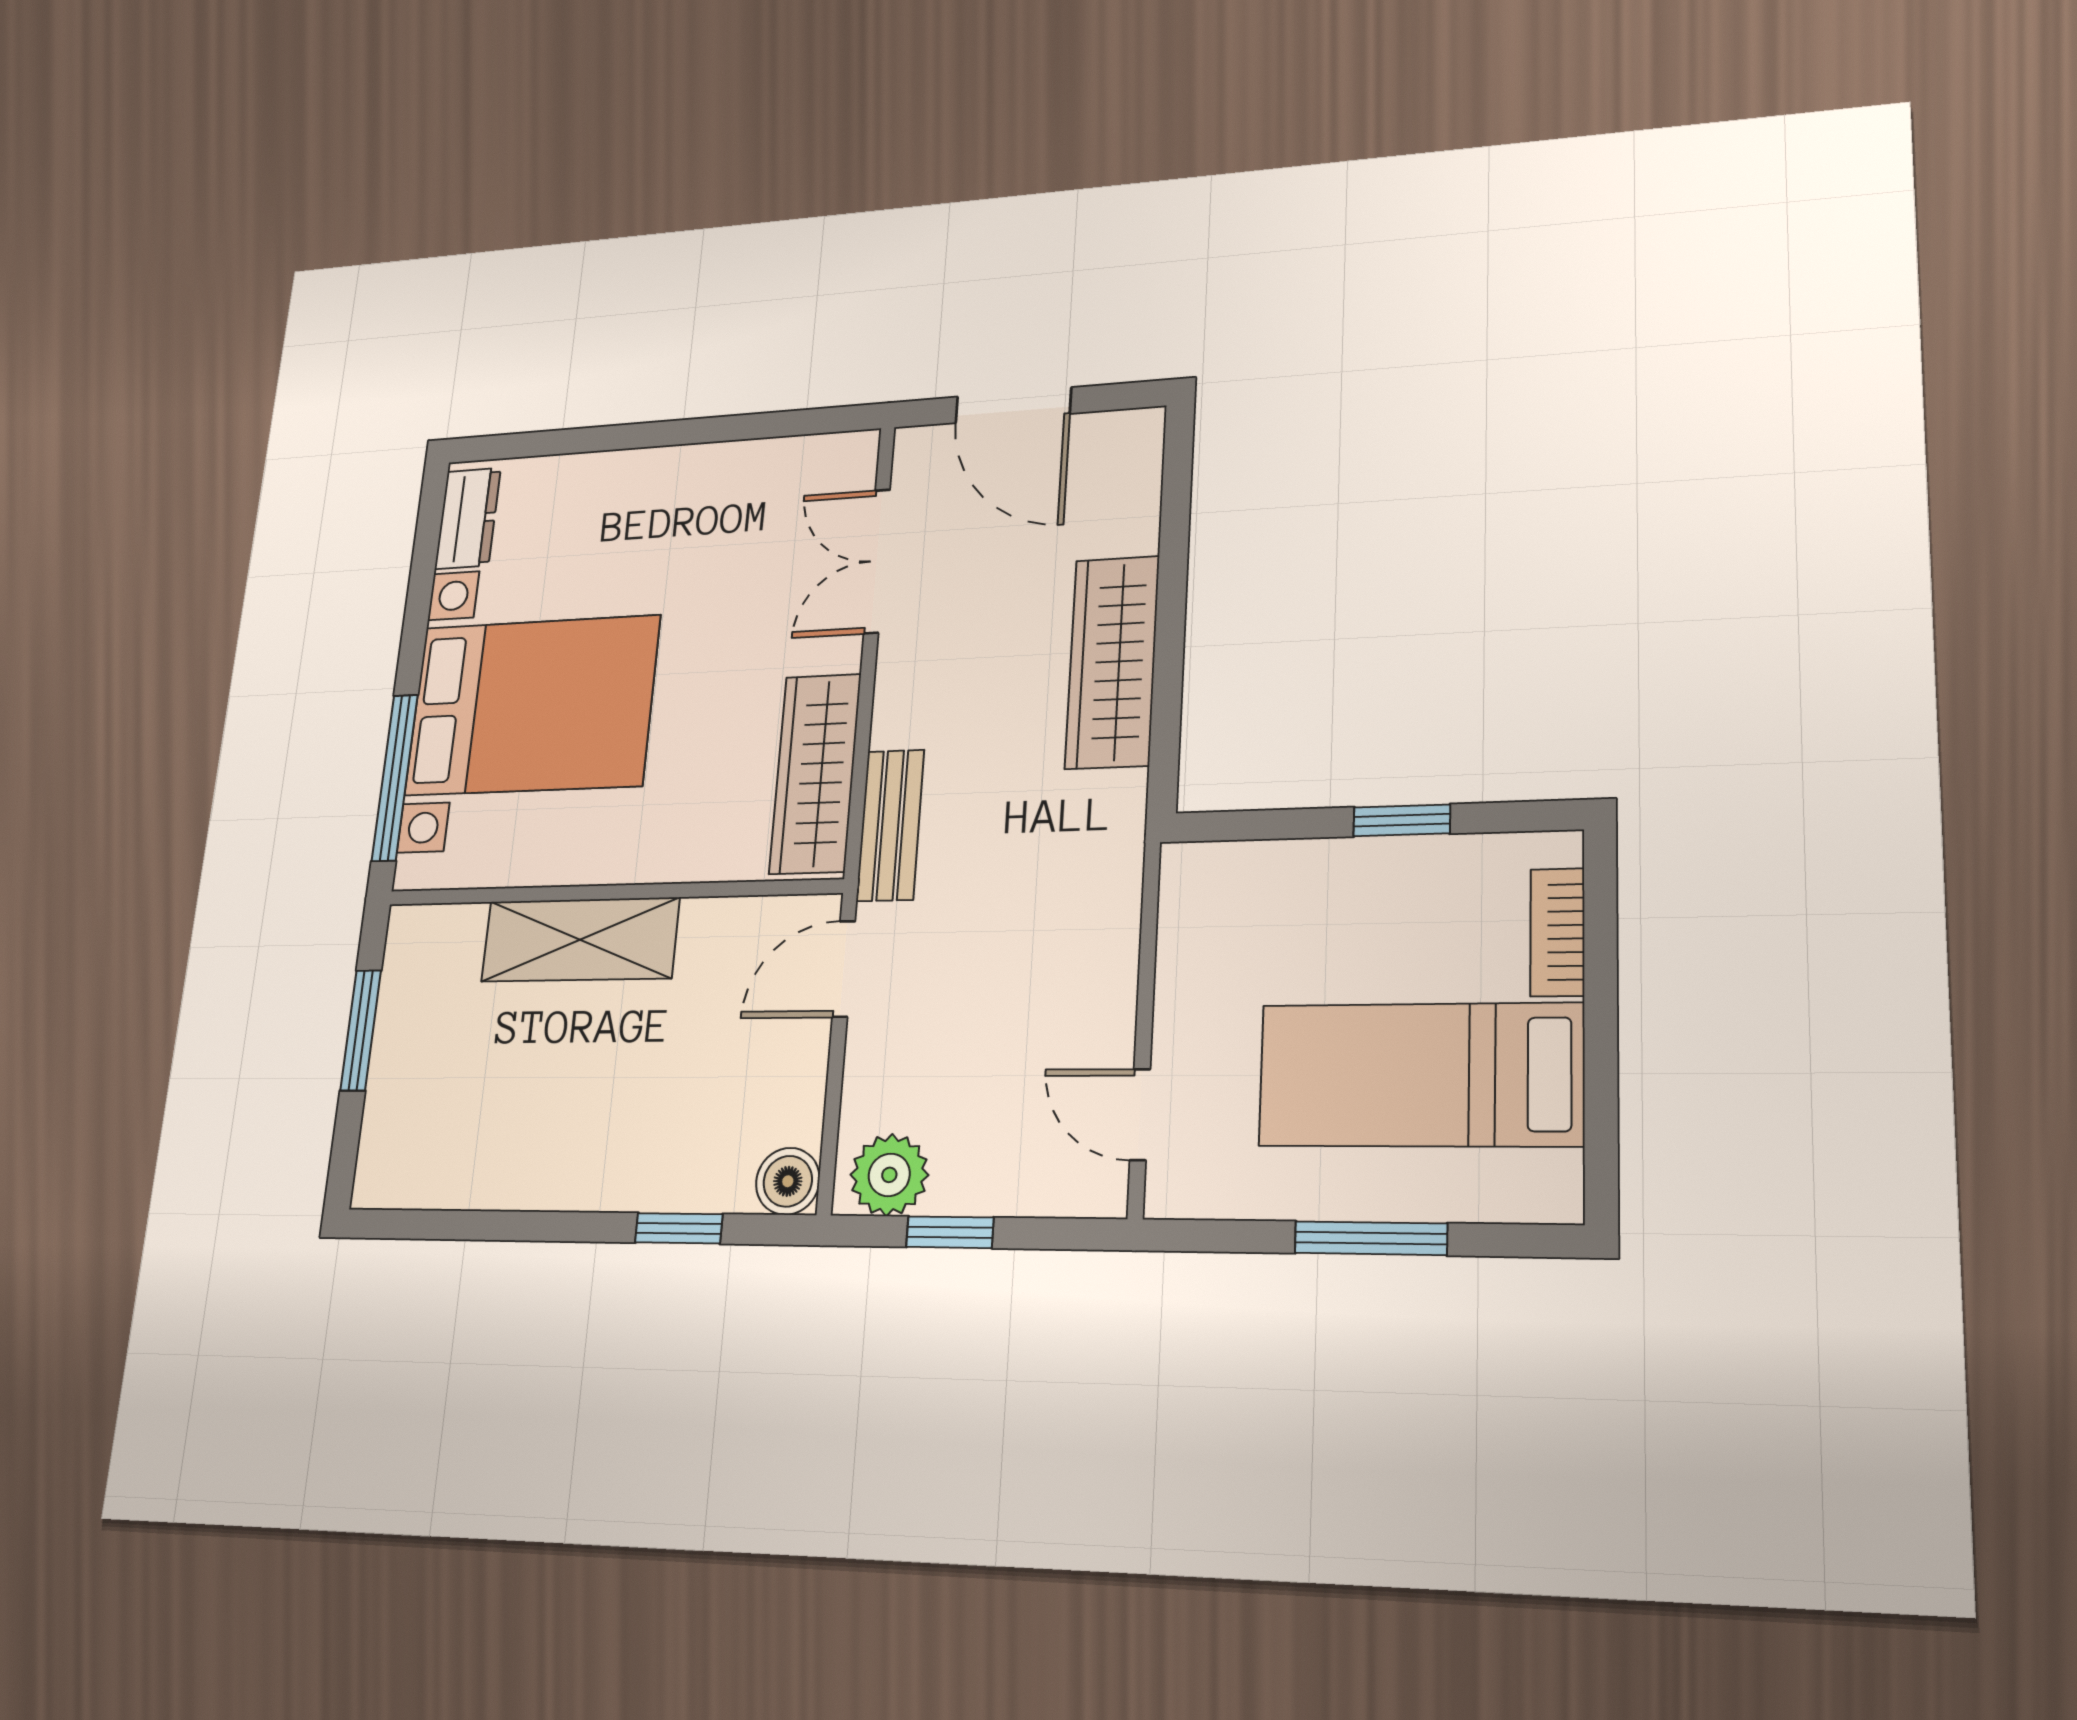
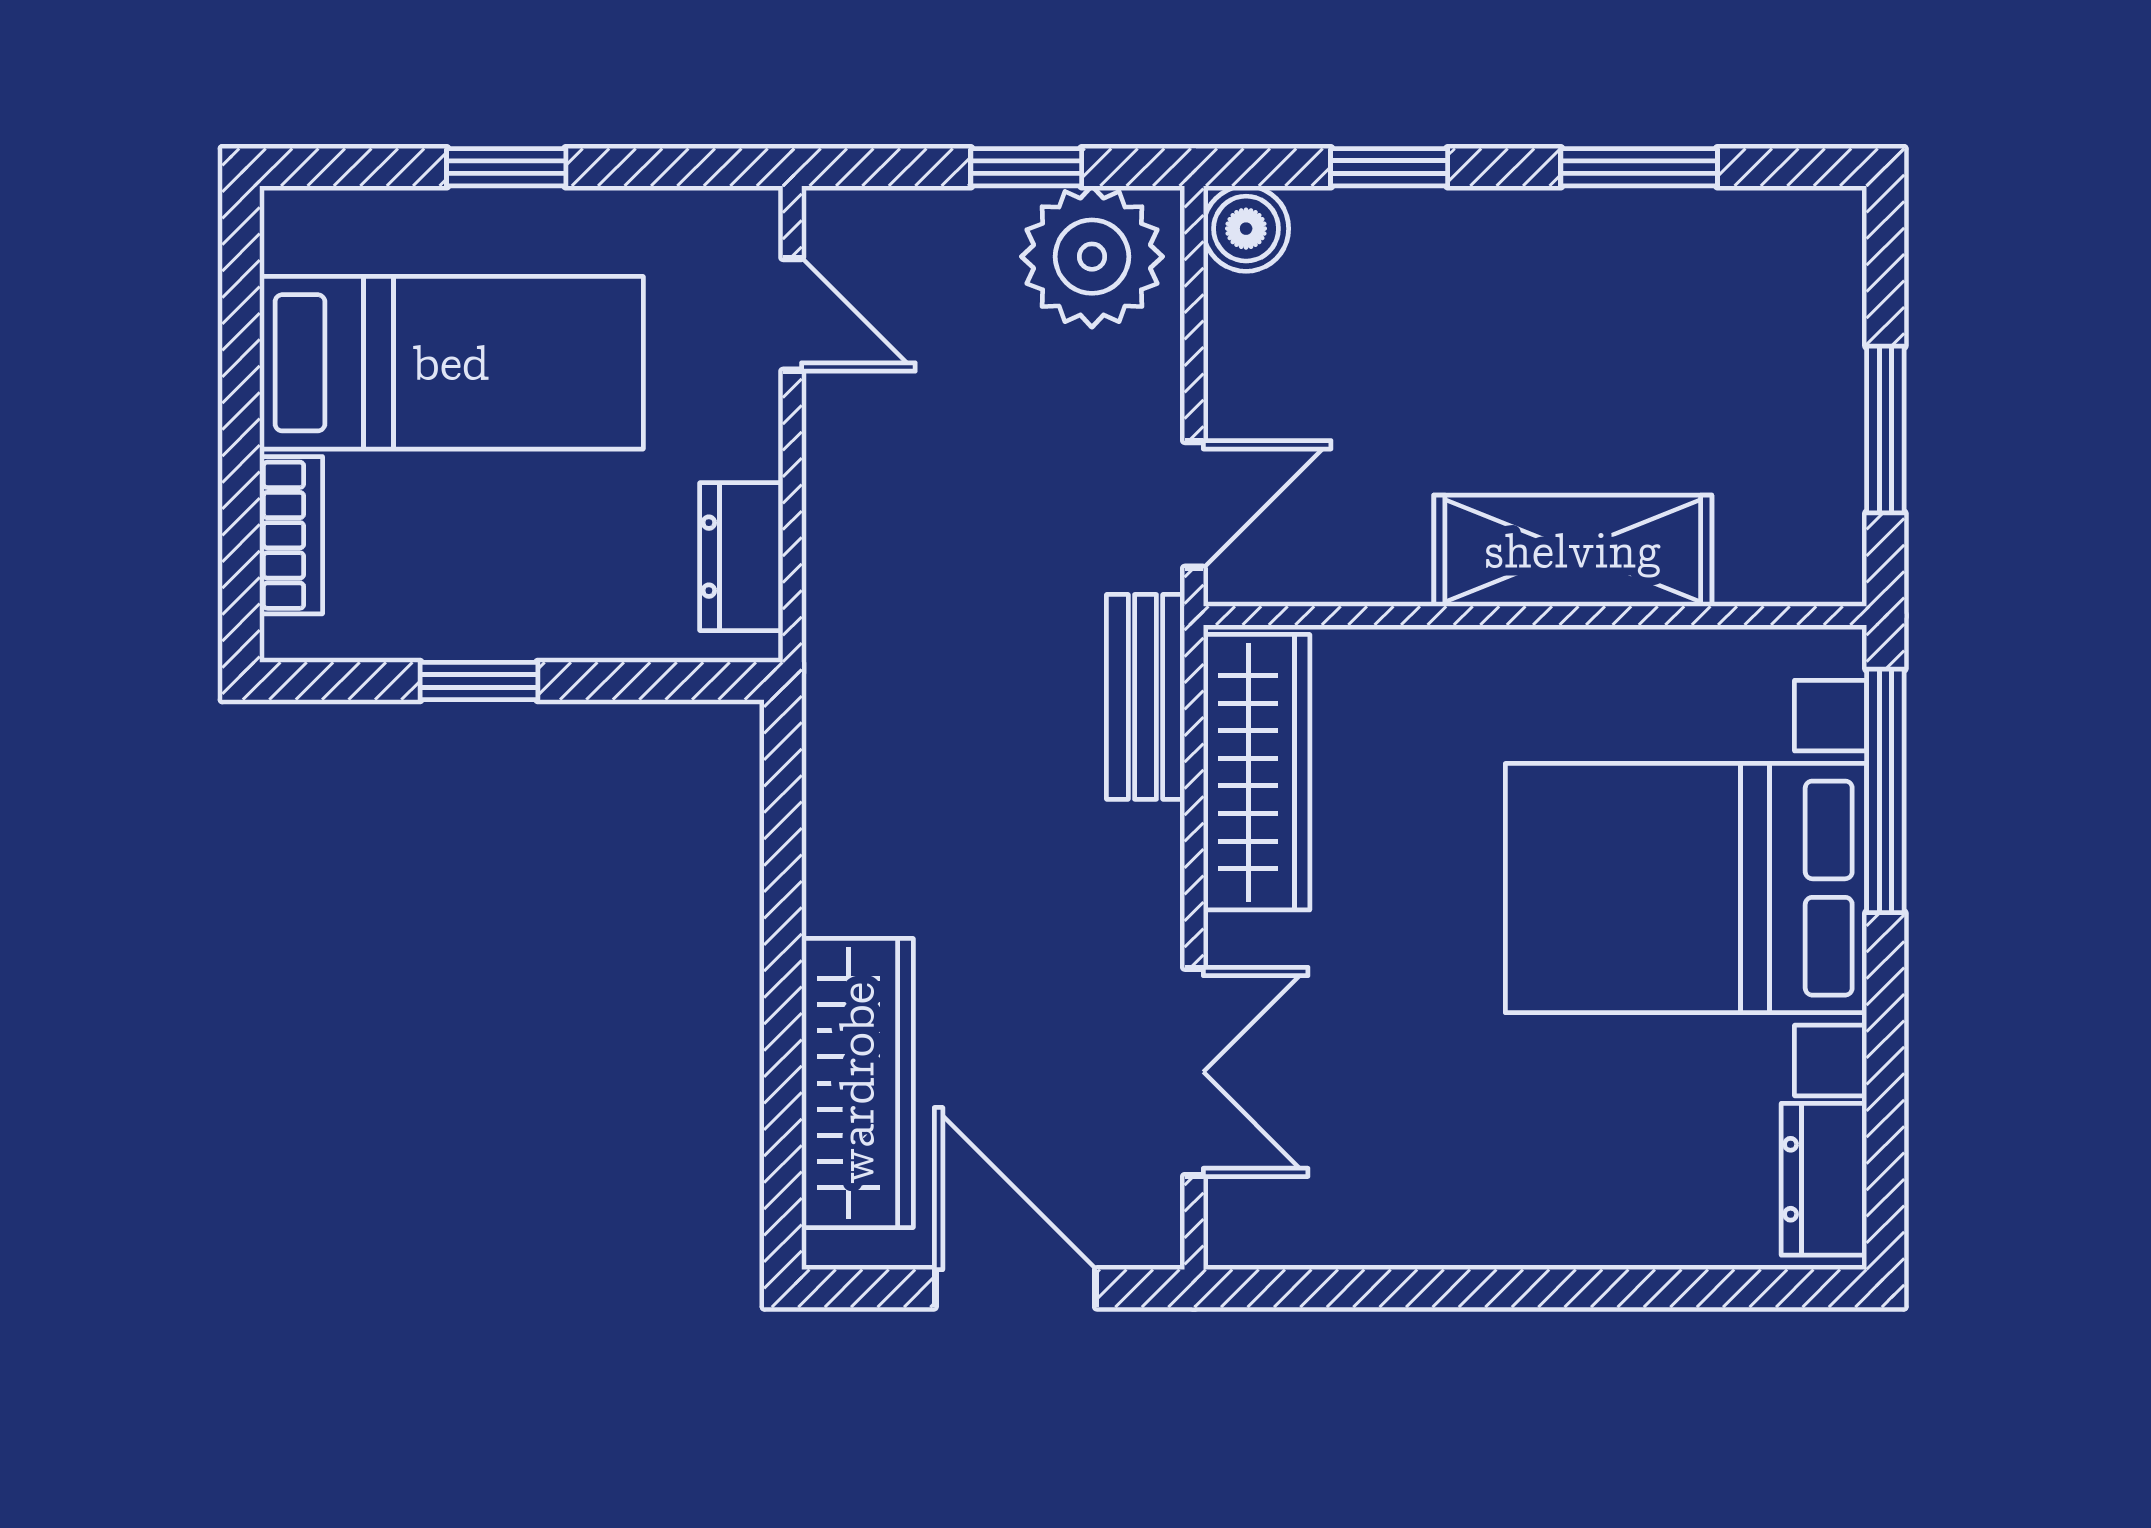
wardrobe: (1112, 662) -> (857, 1083), moved
dresser: (1189, 923) -> (741, 557), added
plant: (889, 1175) -> (1092, 257), width x1.36, depth x1.36
window: (502, 1226) -> (1639, 167), added
window: (1371, 1238) -> (506, 167), width x0.67

